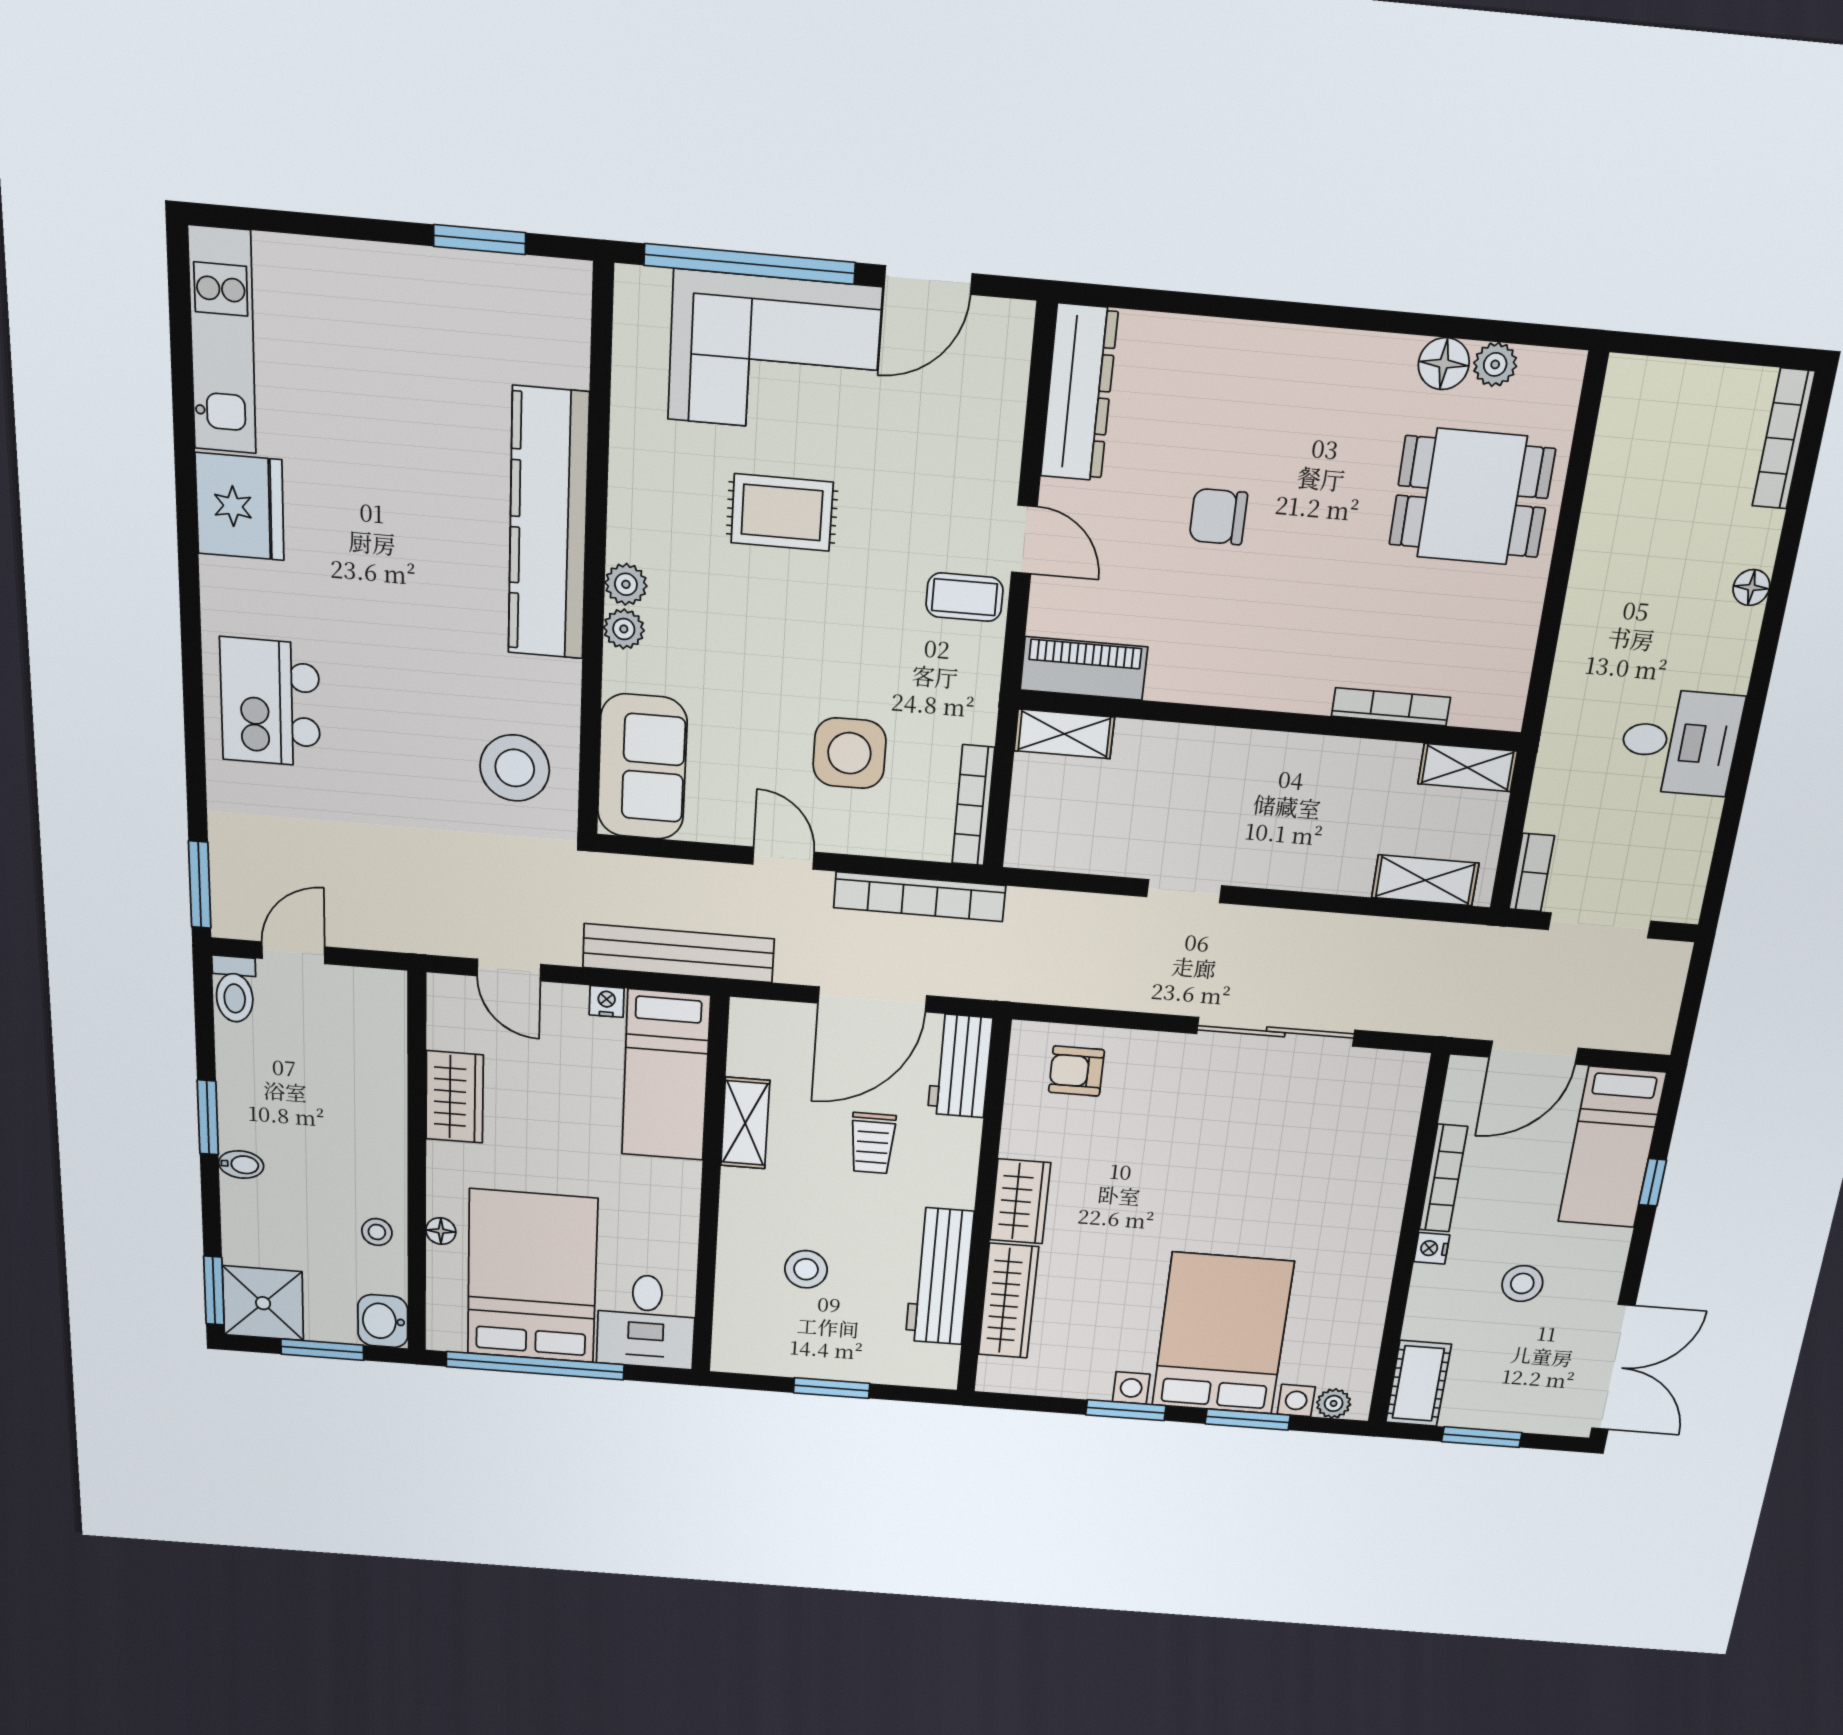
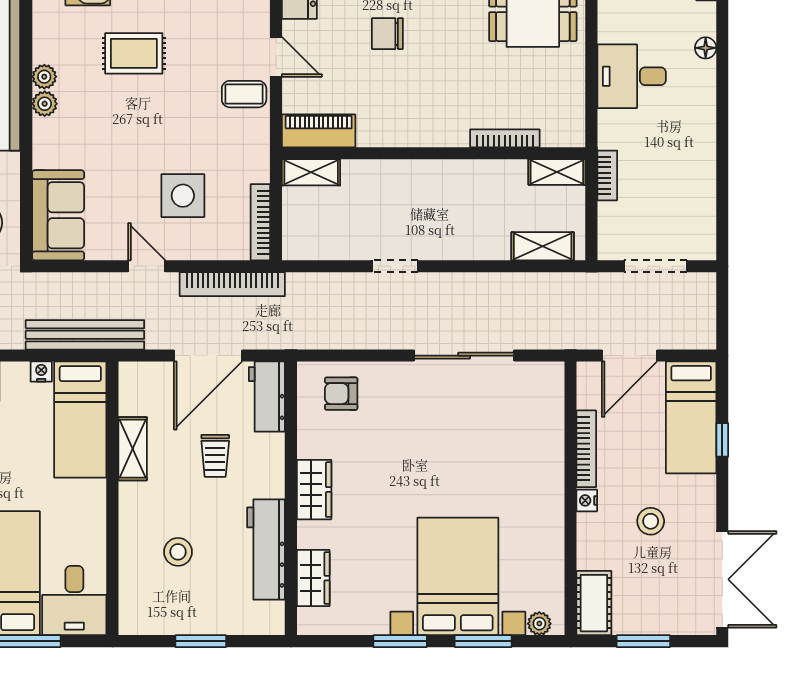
plant: (624, 629) -> (44, 77), moved
desk: (1680, 742) -> (632, 76), moved, turned 180
bookcase: (1532, 872) -> (607, 175), moved
wardrobe: (1008, 1301) -> (313, 578), width x0.67

